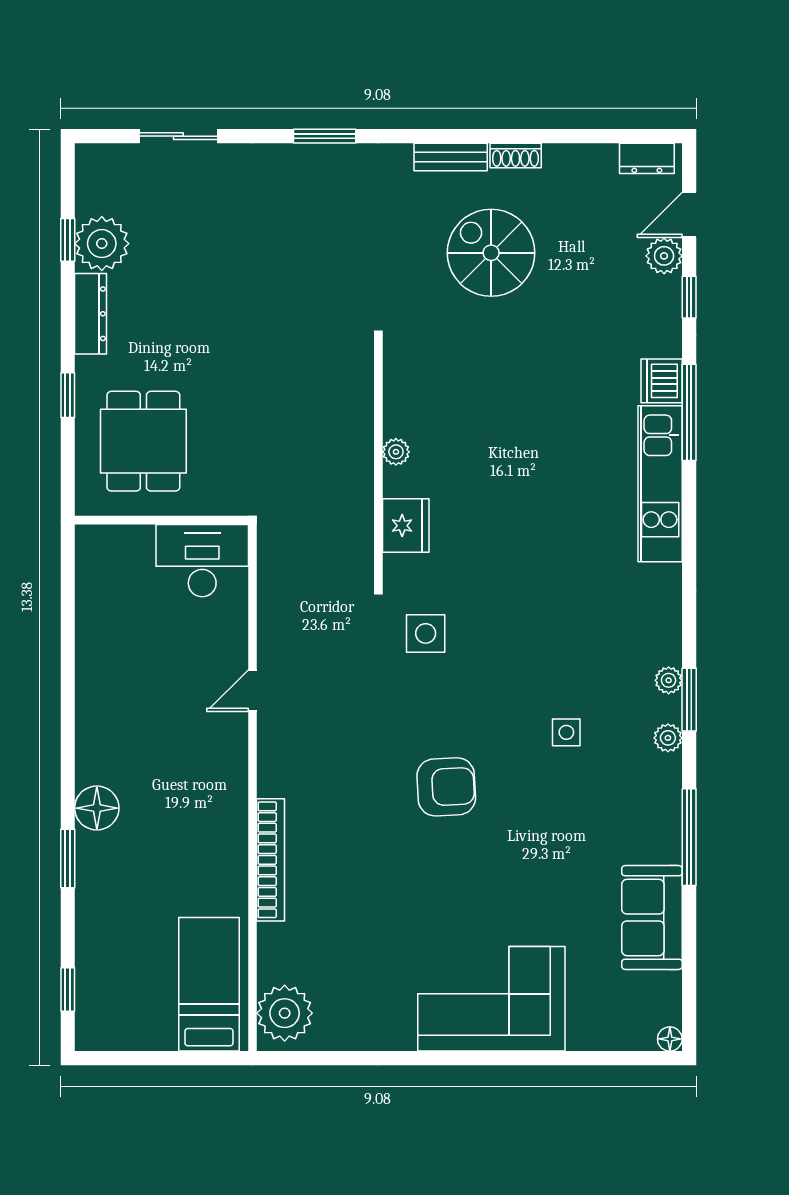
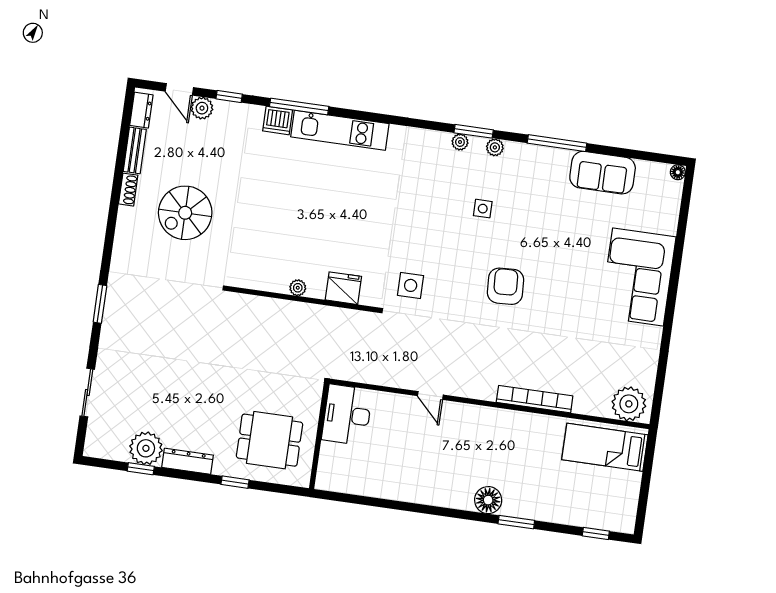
bench: (451, 157) -> (135, 150), moved

